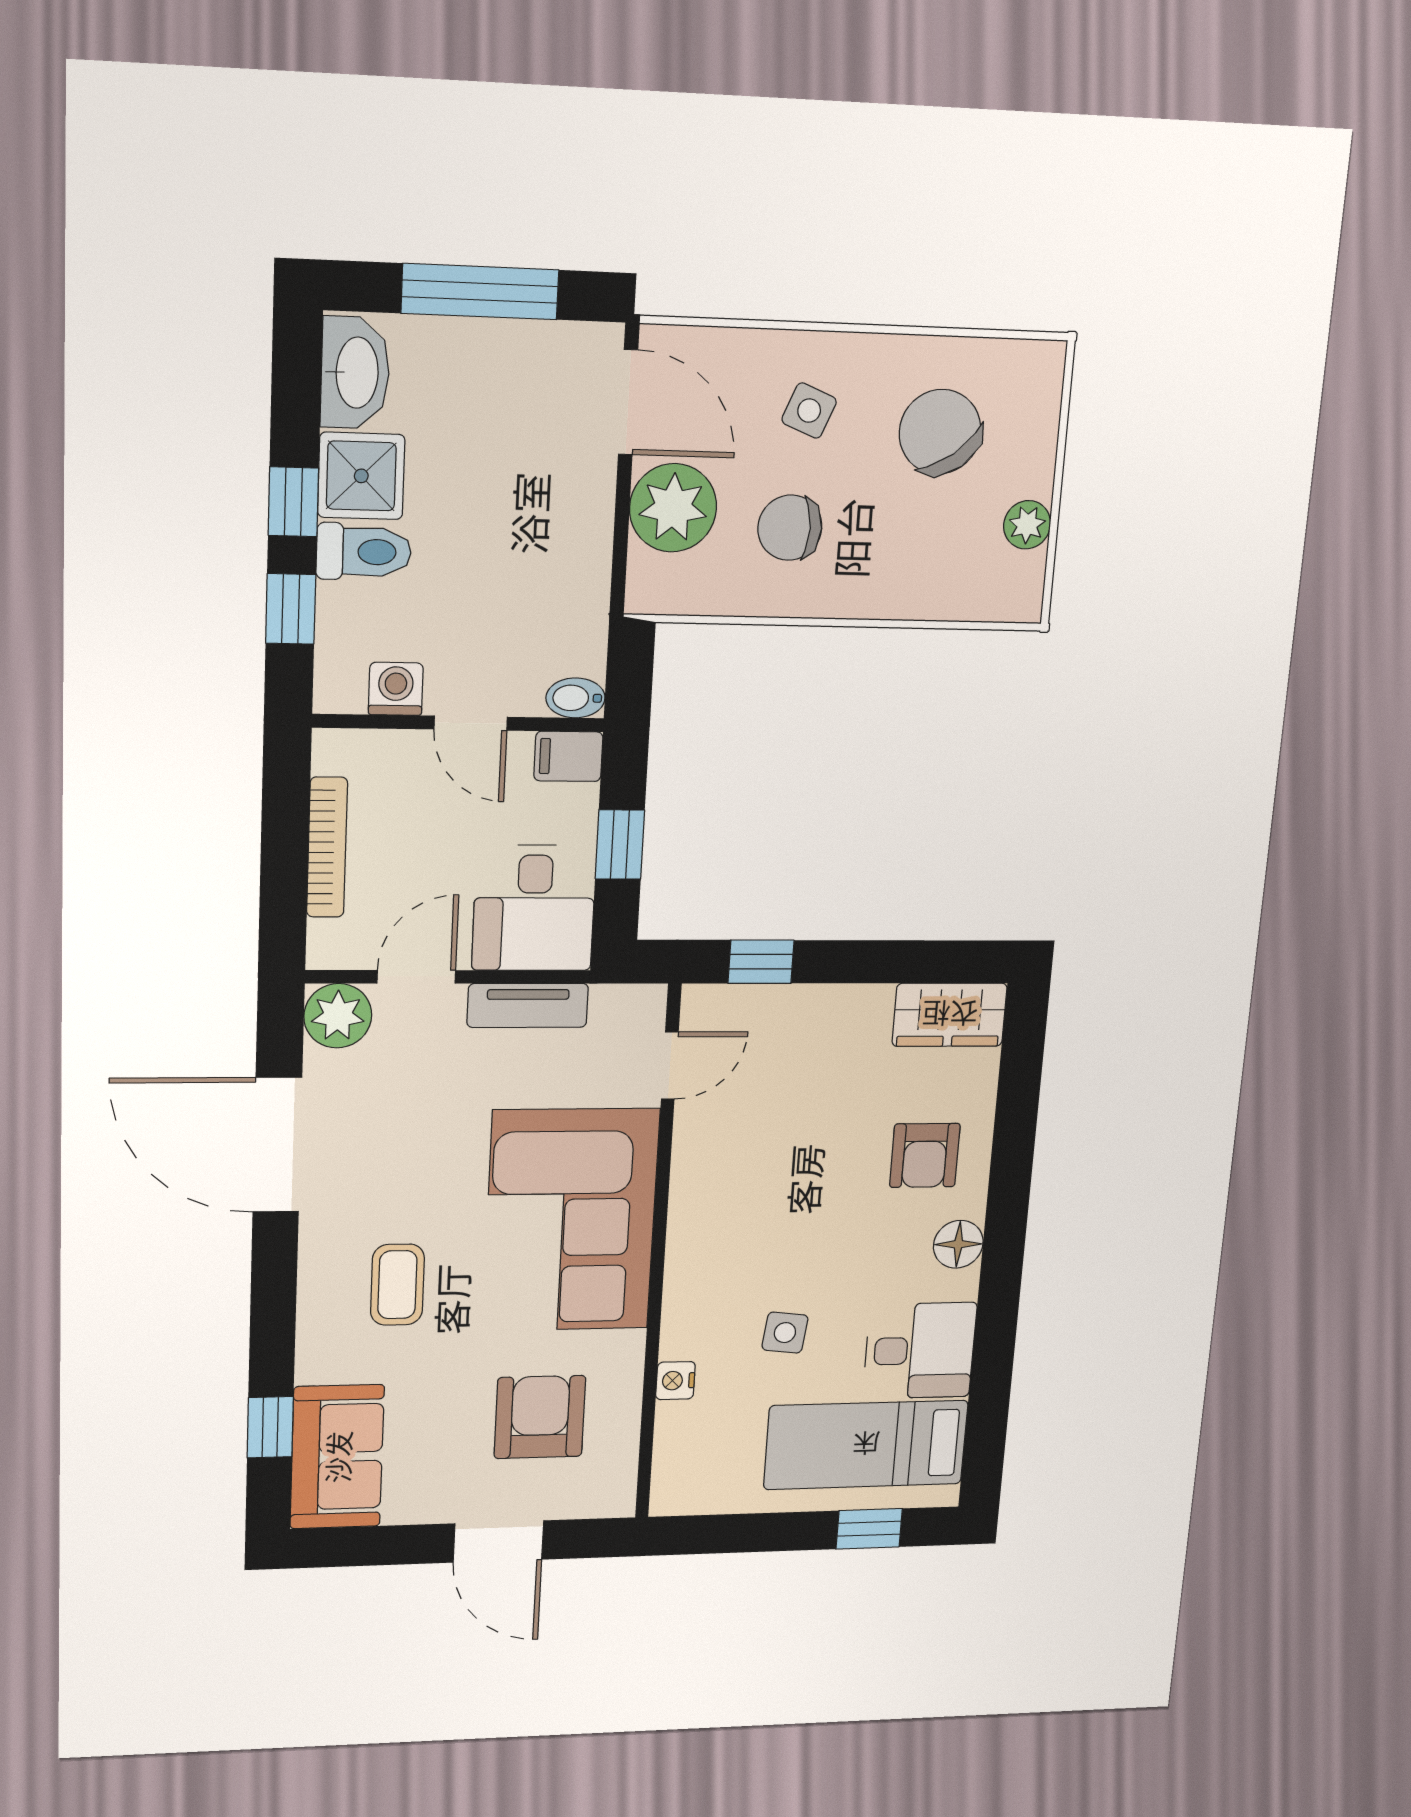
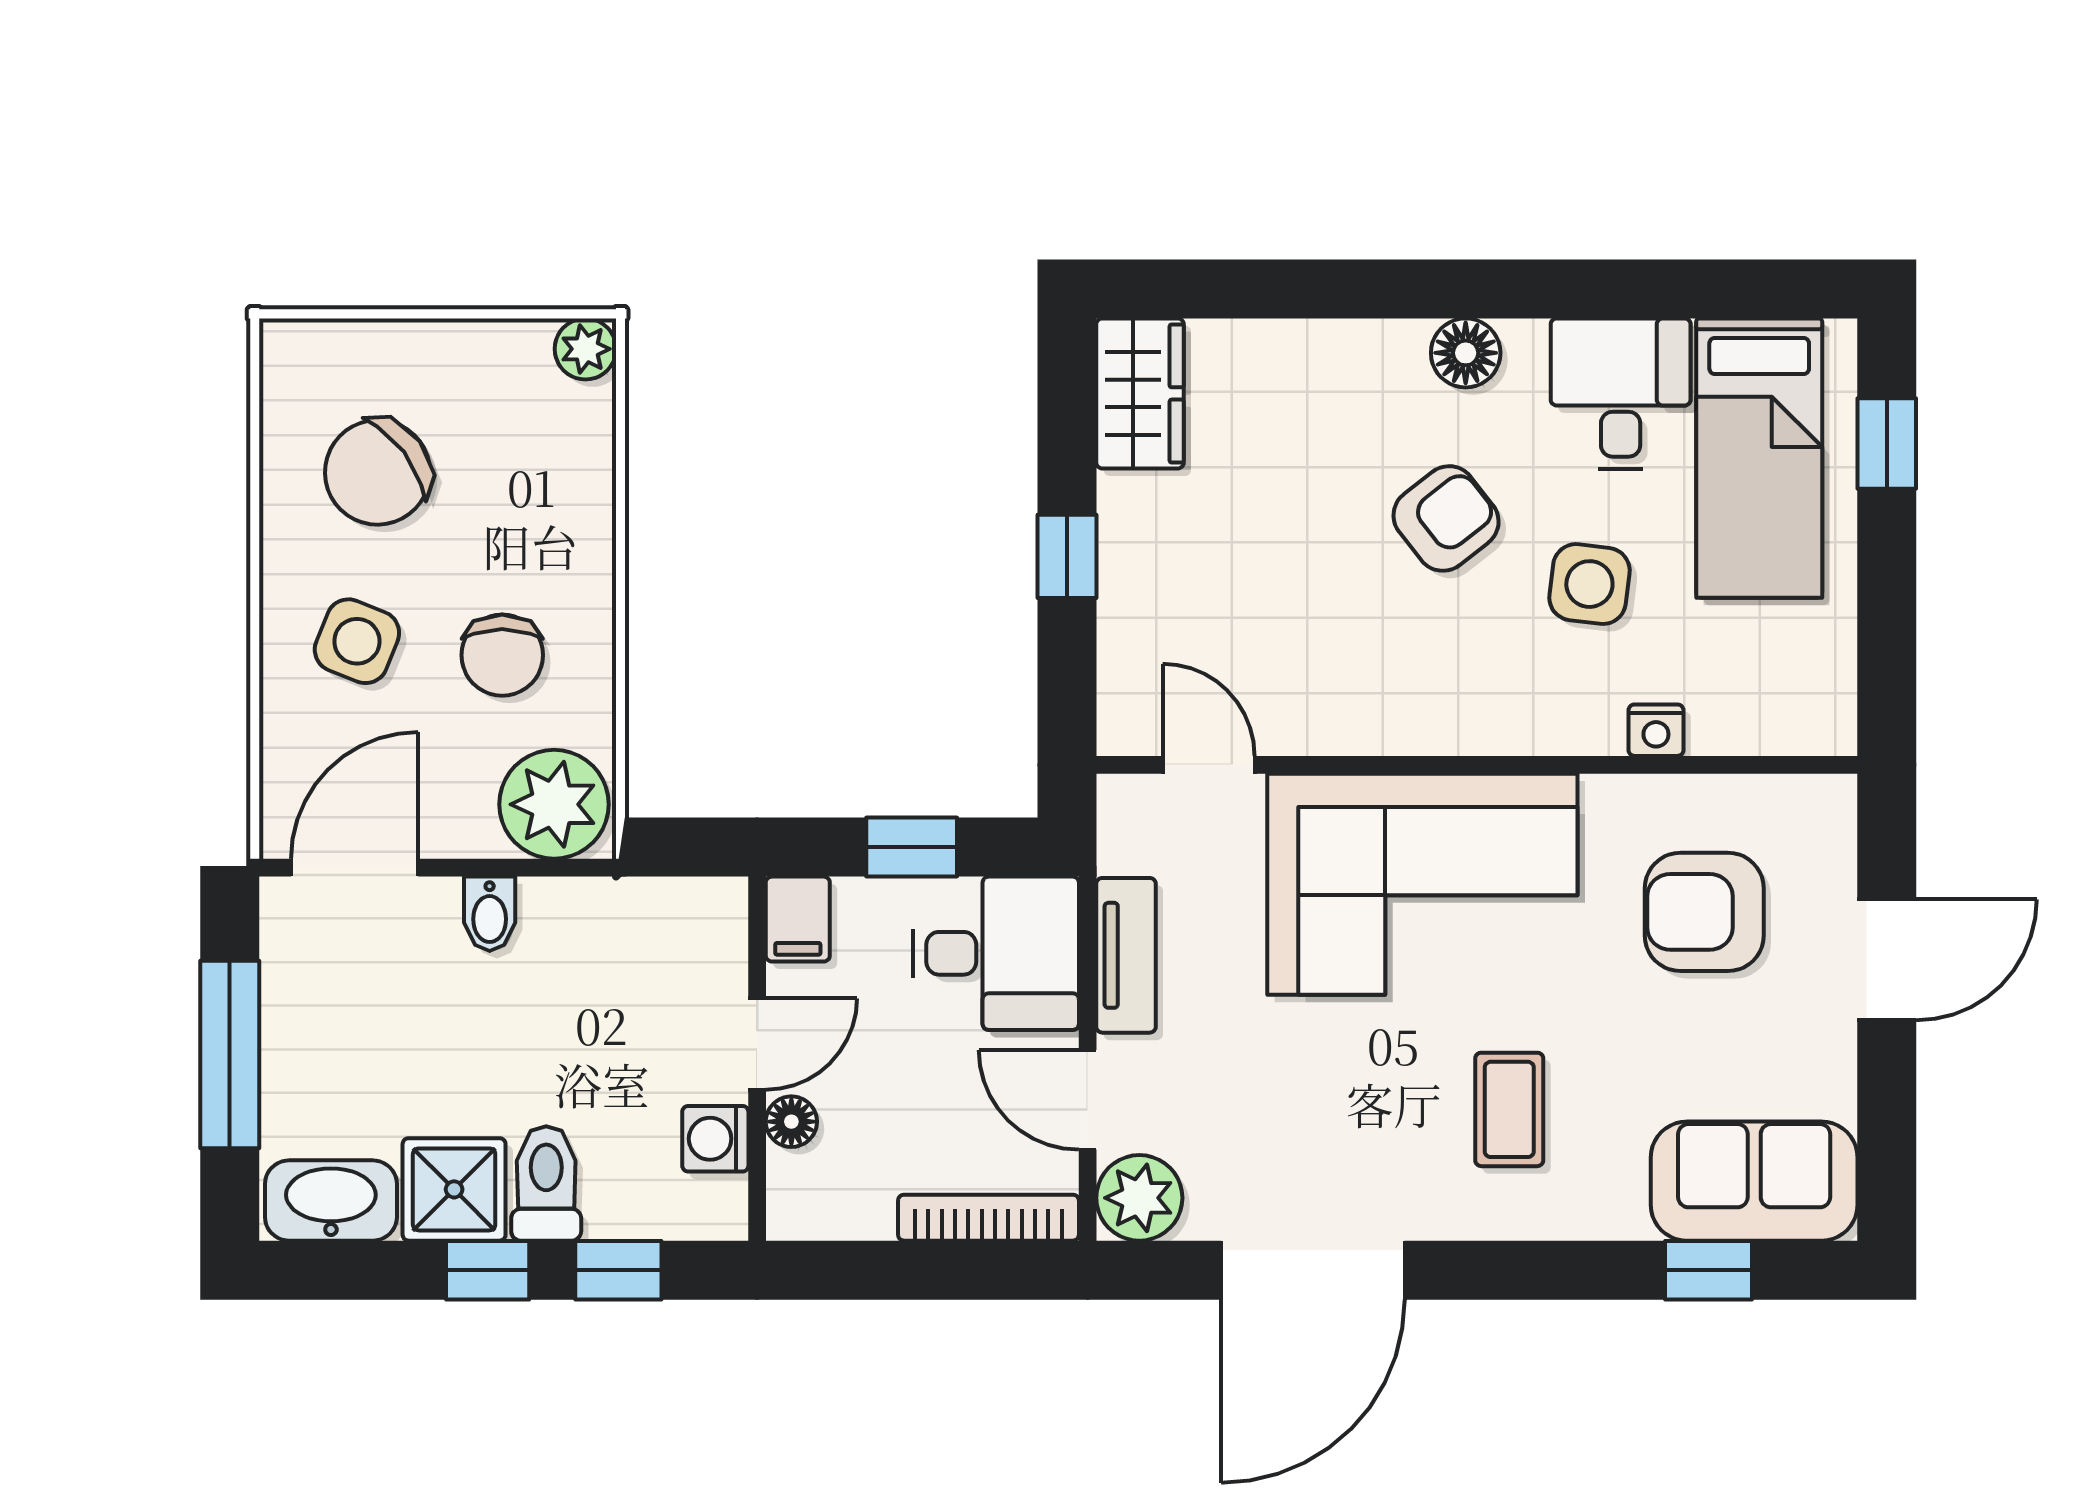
side table: (809, 411) -> (357, 641), width x1.37, depth x1.37
plant: (673, 508) -> (554, 804), moved
plant: (1027, 525) -> (585, 349), moved
bidet: (575, 698) -> (490, 914), moved
floor lamp: (407, 749) -> (791, 1122), added
bookcase: (327, 847) -> (988, 1218), moved
window: (761, 962) -> (1067, 556), moved
armchair: (925, 1155) -> (1446, 518), moved, turned -38
coffee table: (397, 1285) -> (1509, 1109), turned 90
side table: (785, 1333) -> (1589, 584), width x1.37, depth x1.37

